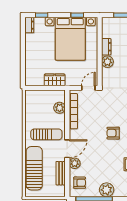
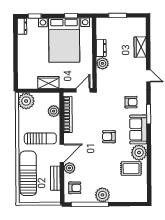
plant: (33, 98) -> (26, 101), added

